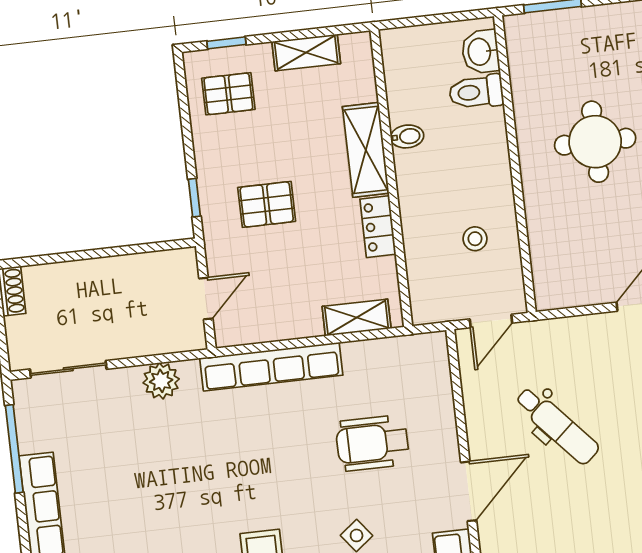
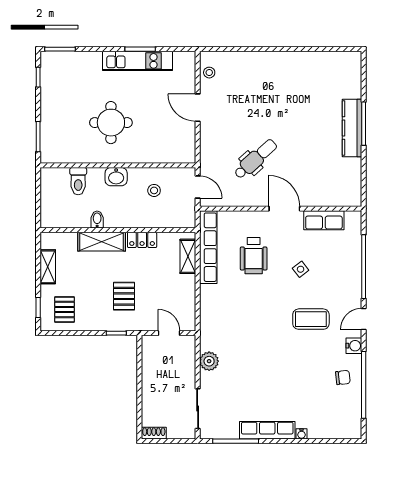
washbasin: (480, 52) -> (116, 177), moved
row of seats: (271, 367) -> (208, 247), moved

